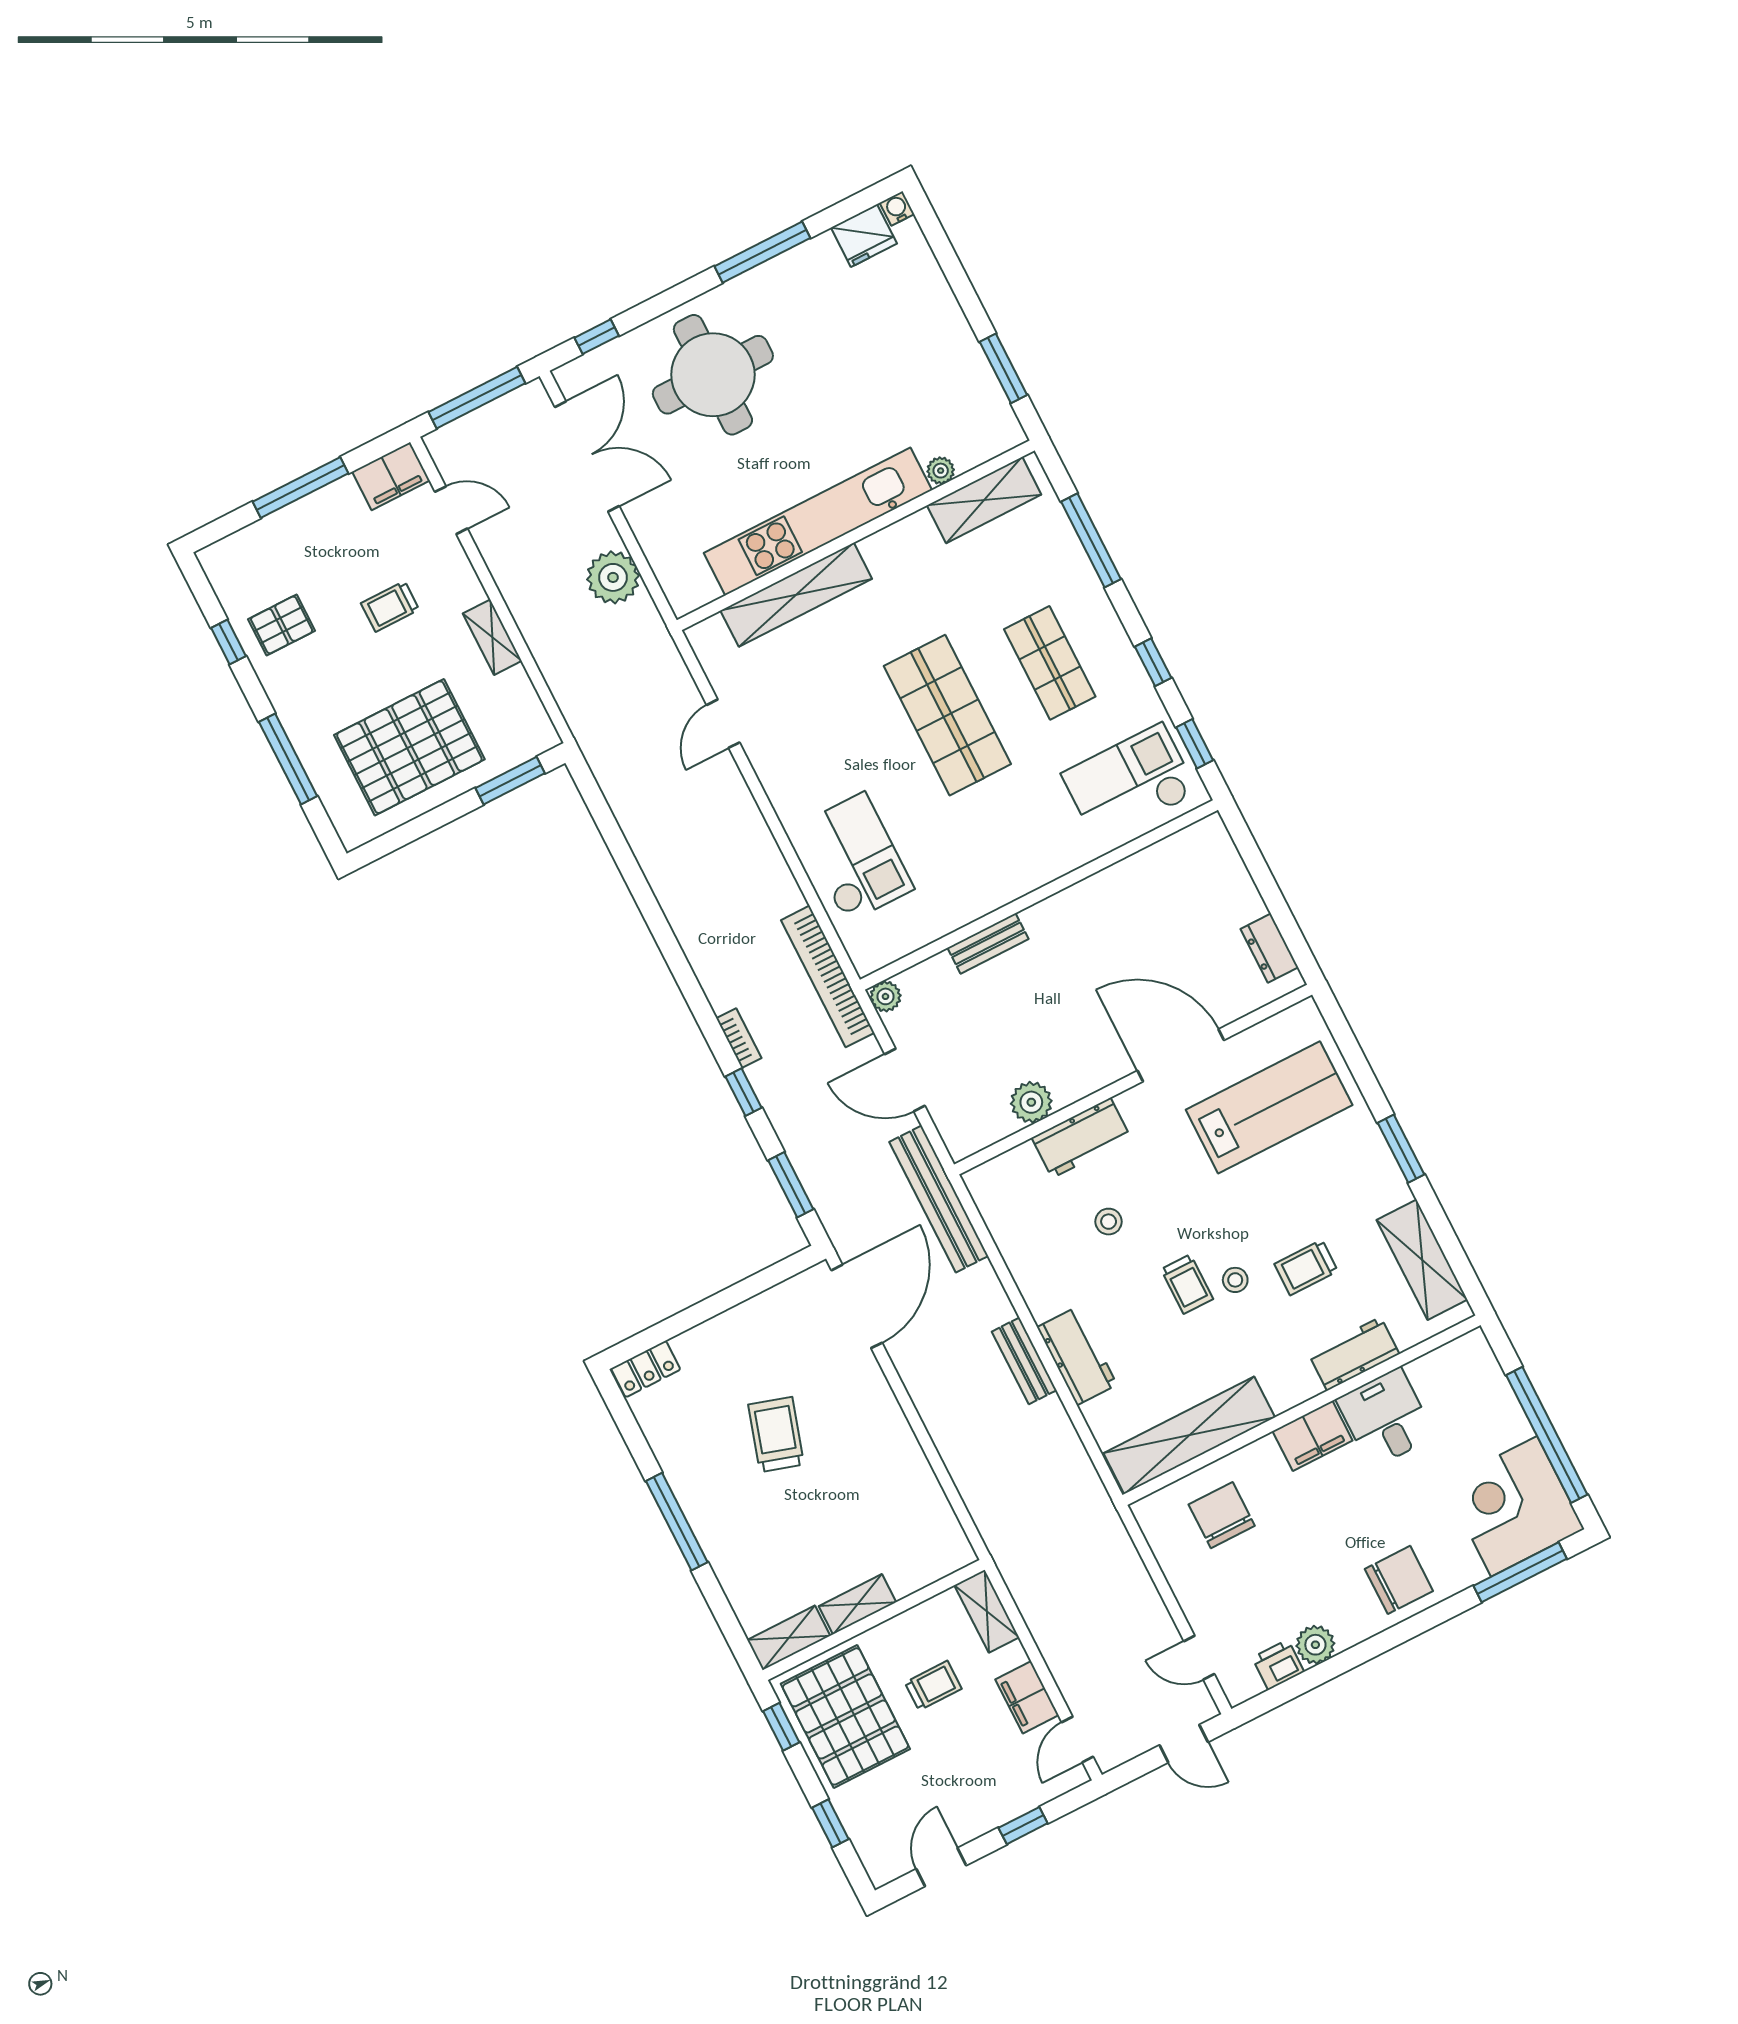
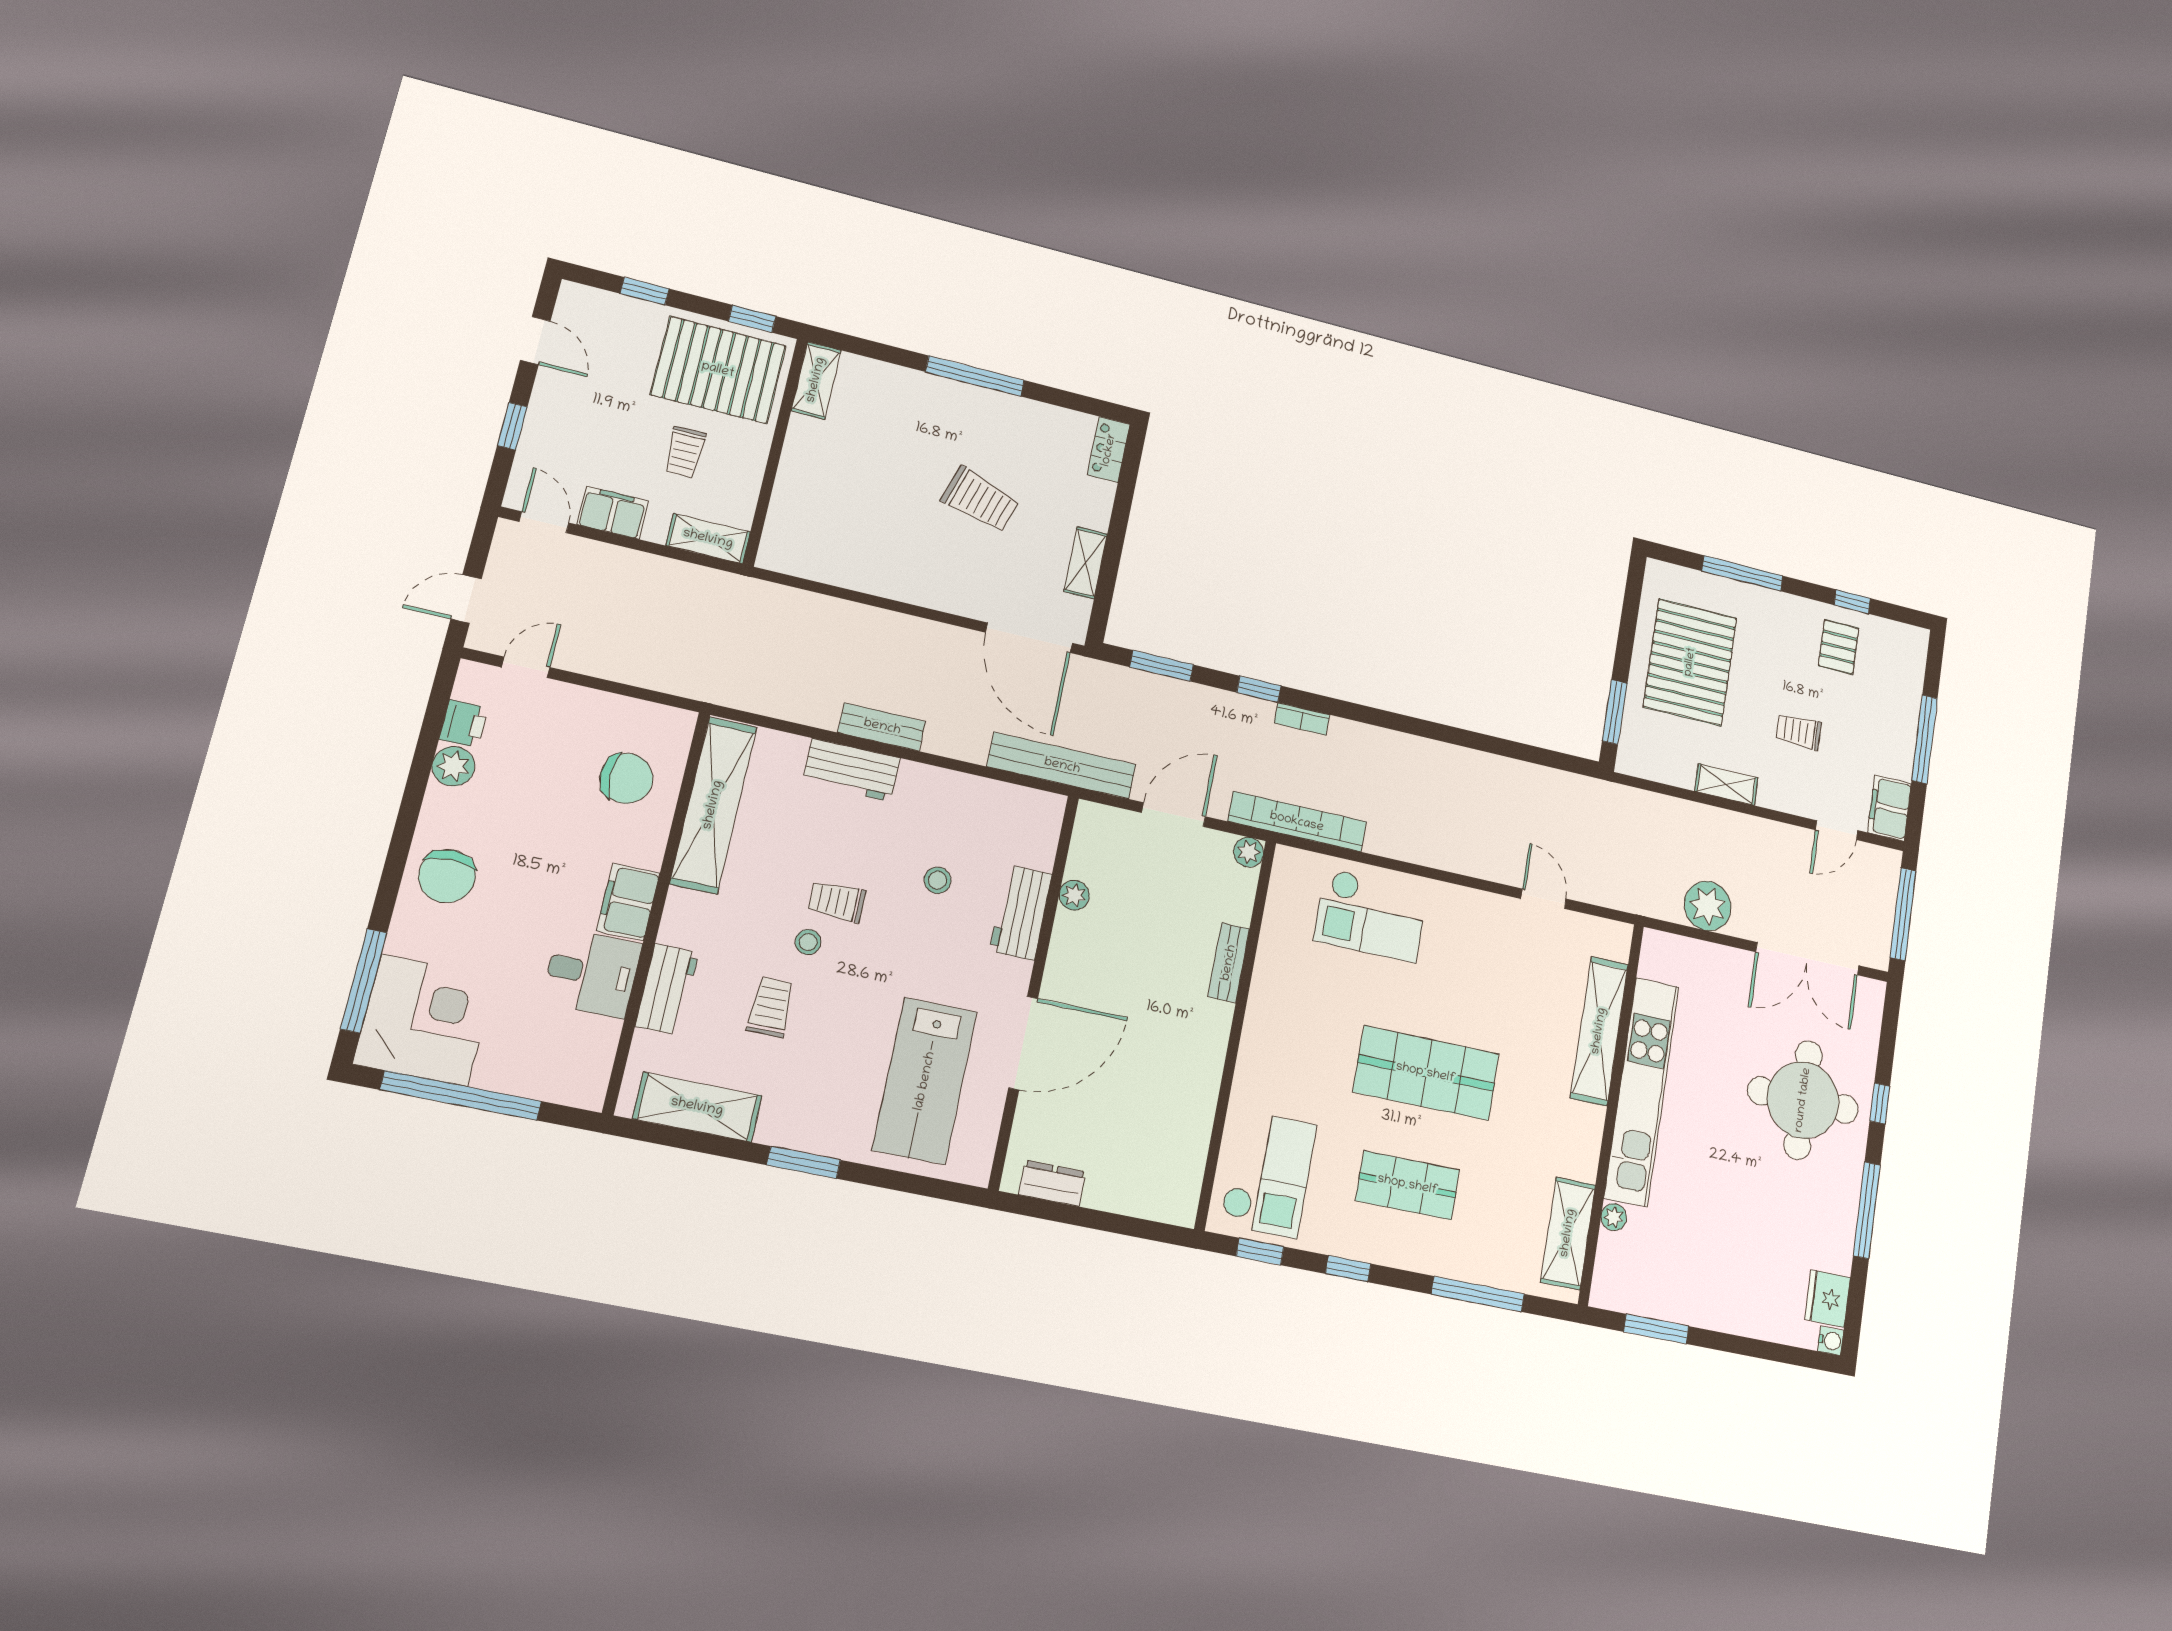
window: (597, 337) -> (1880, 1104), moved
trolley: (390, 607) -> (1799, 731), turned -90
plant: (1031, 1102) -> (1074, 895), width x0.73, depth x0.73
shelving: (857, 1604) -> (1086, 563), moved

